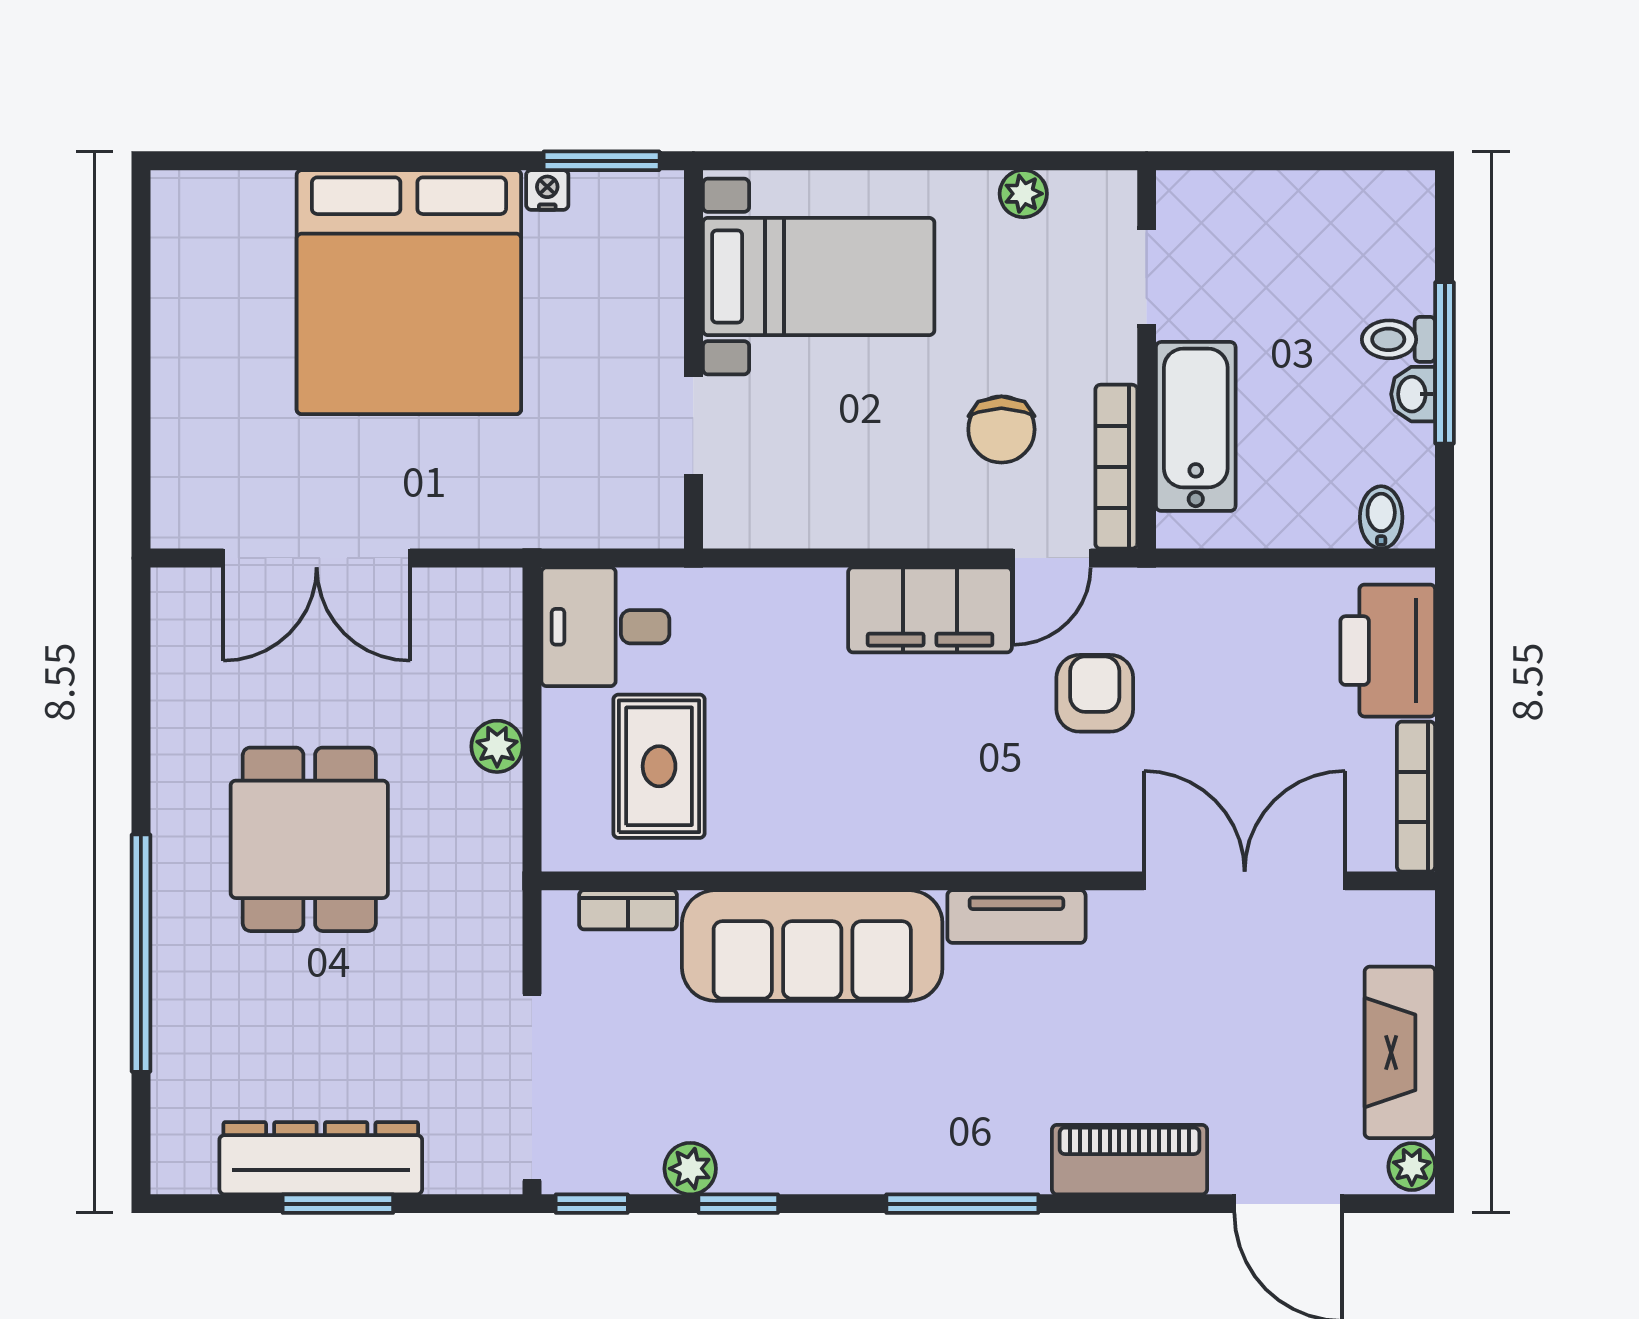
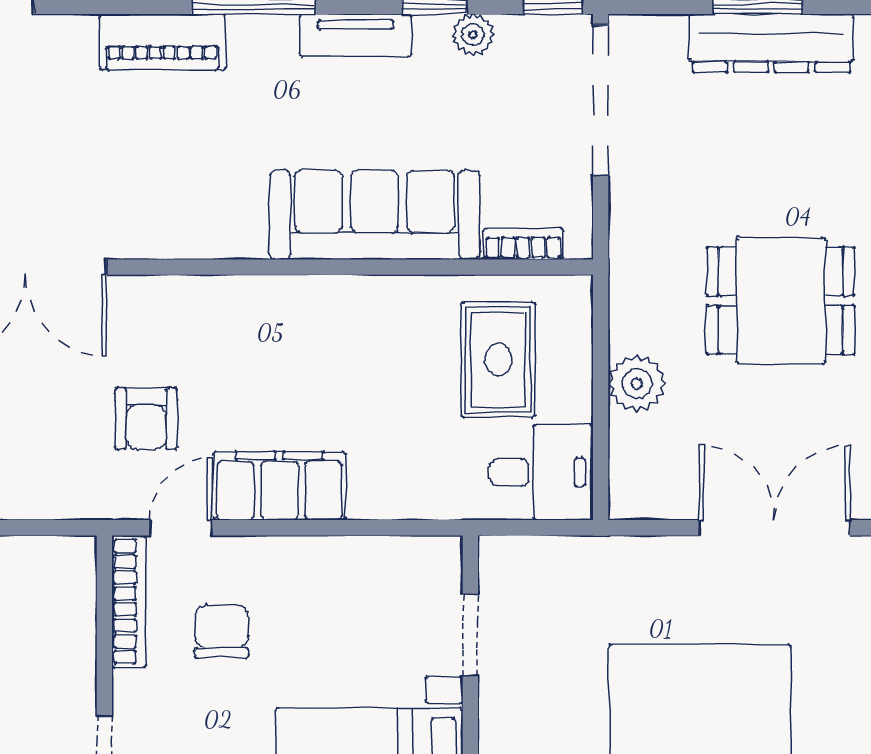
bathtub: (1196, 426) -> (65, 634), removed
plant: (497, 746) -> (637, 384), width x1.38, depth x1.38
dining table: (309, 839) -> (781, 301), turned 90
tv unit: (1016, 917) -> (356, 35), moved, turned 180
piano: (1129, 1160) -> (162, 42), moved

